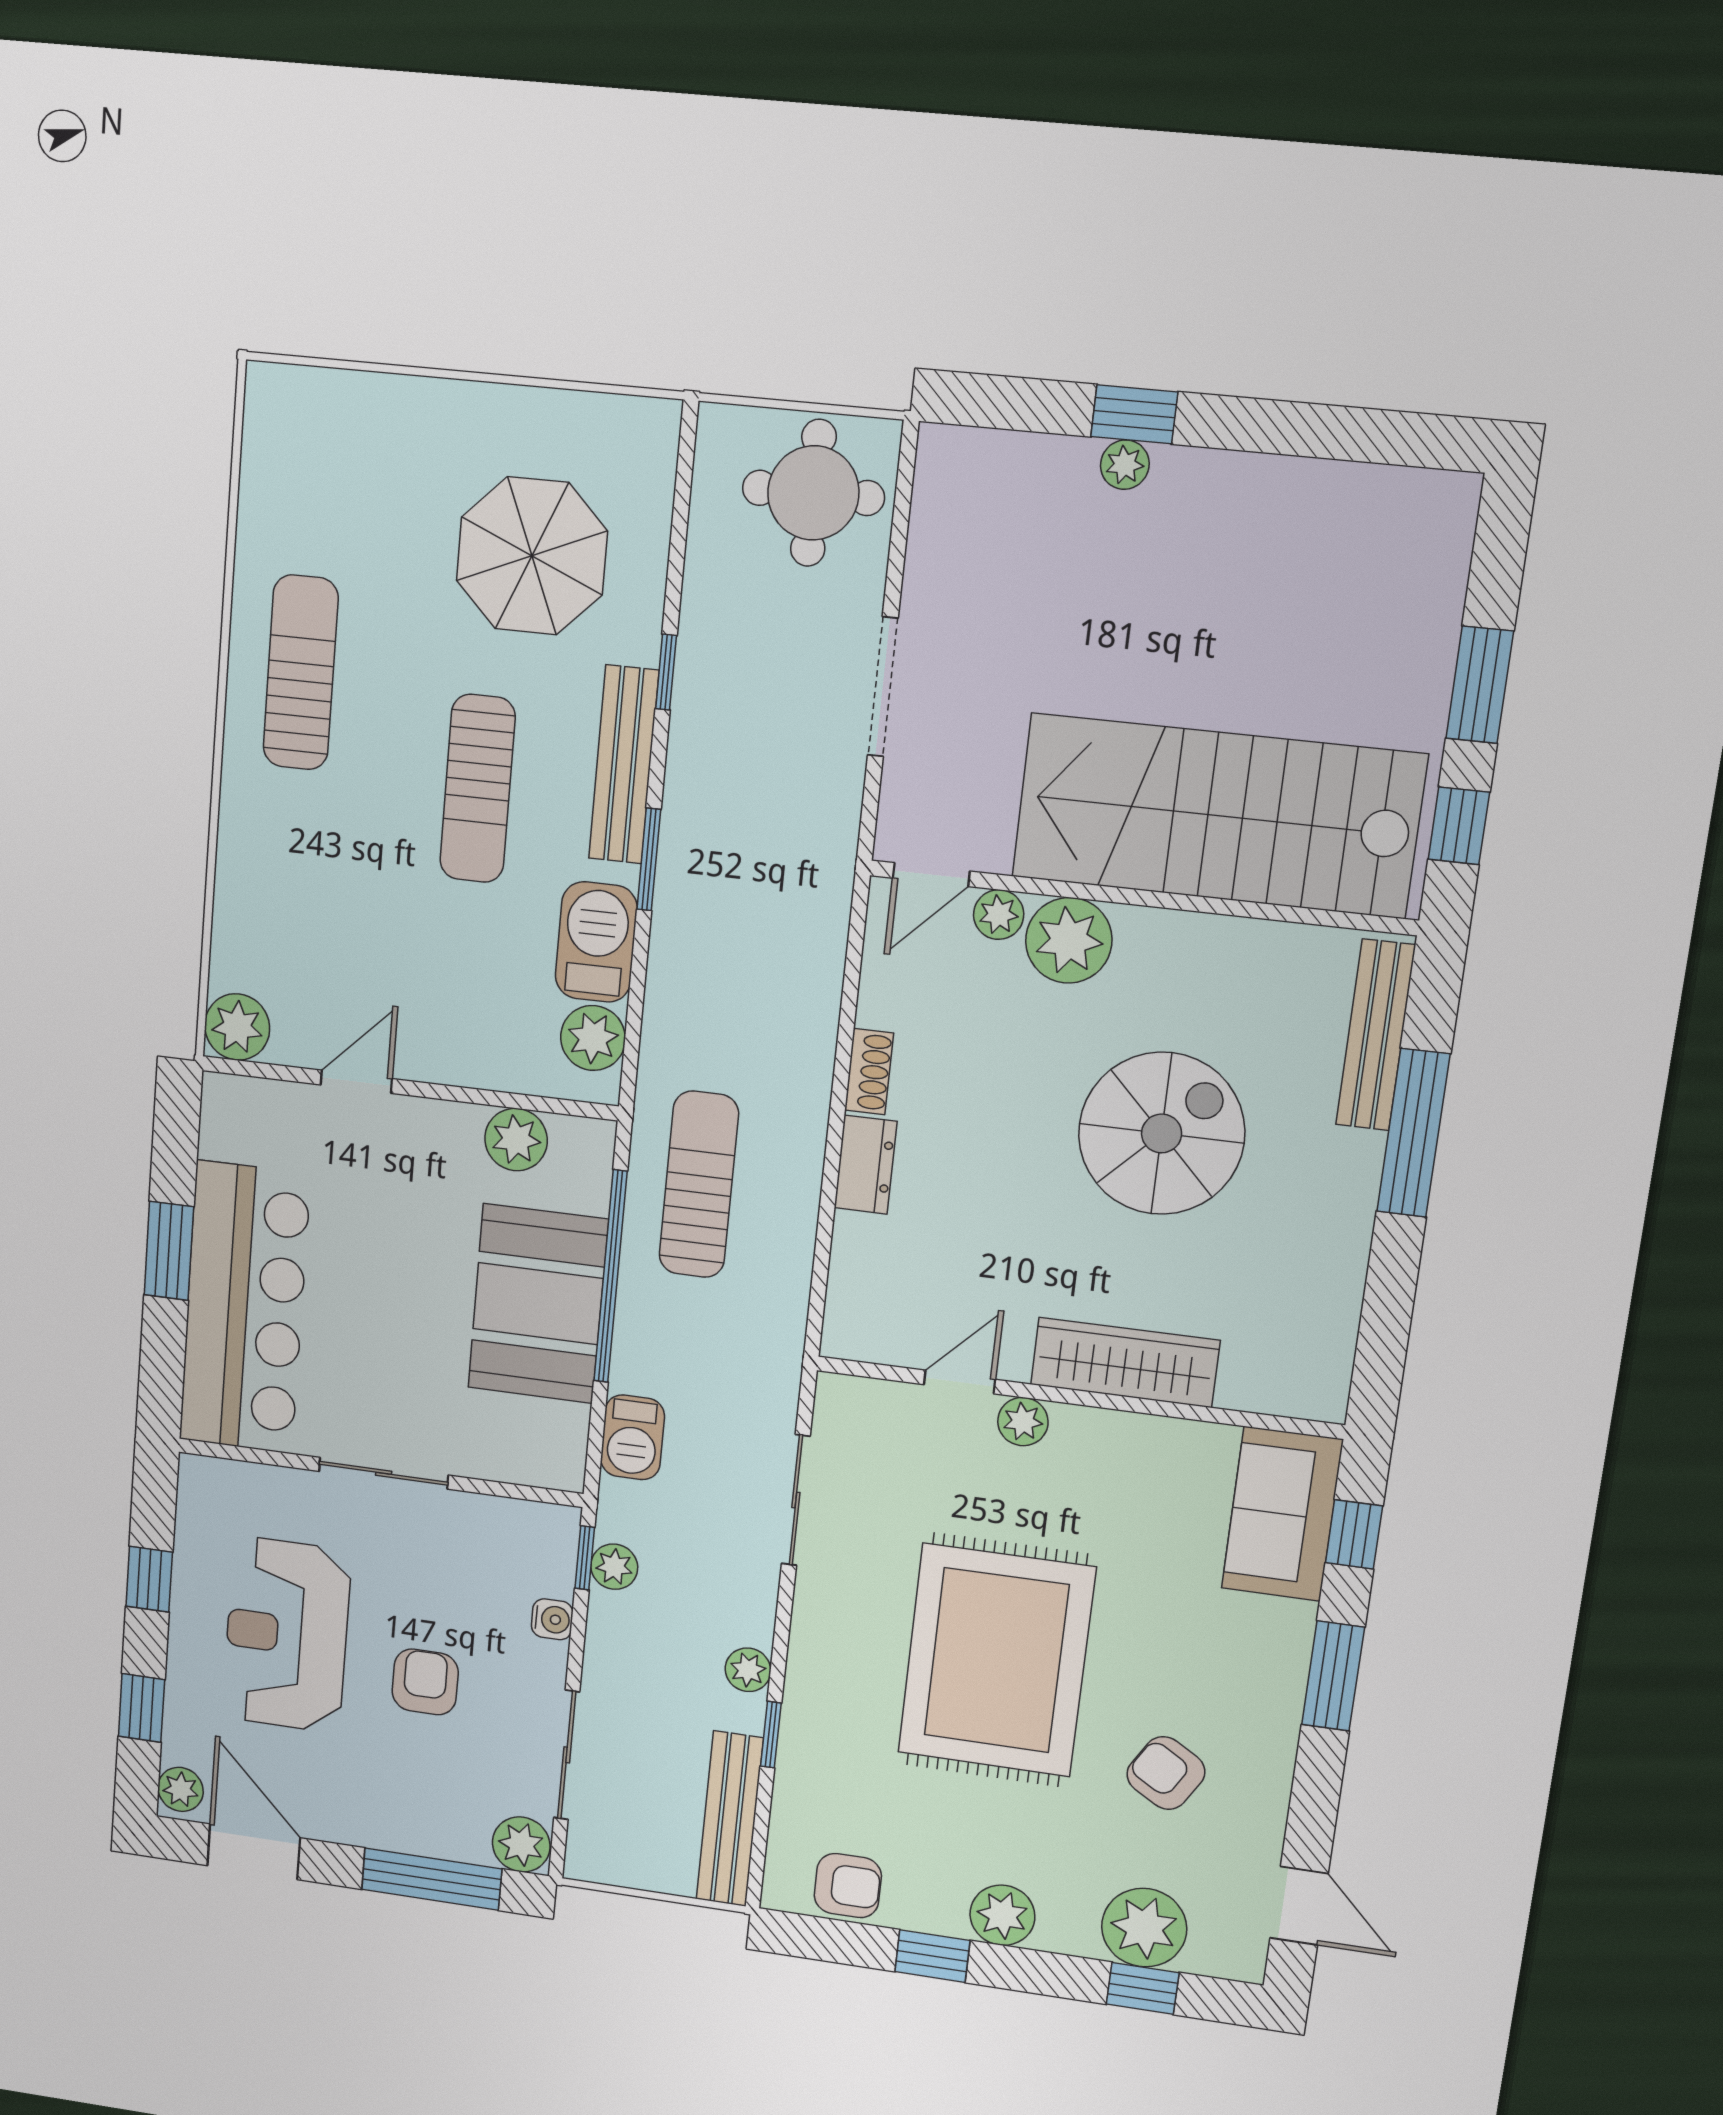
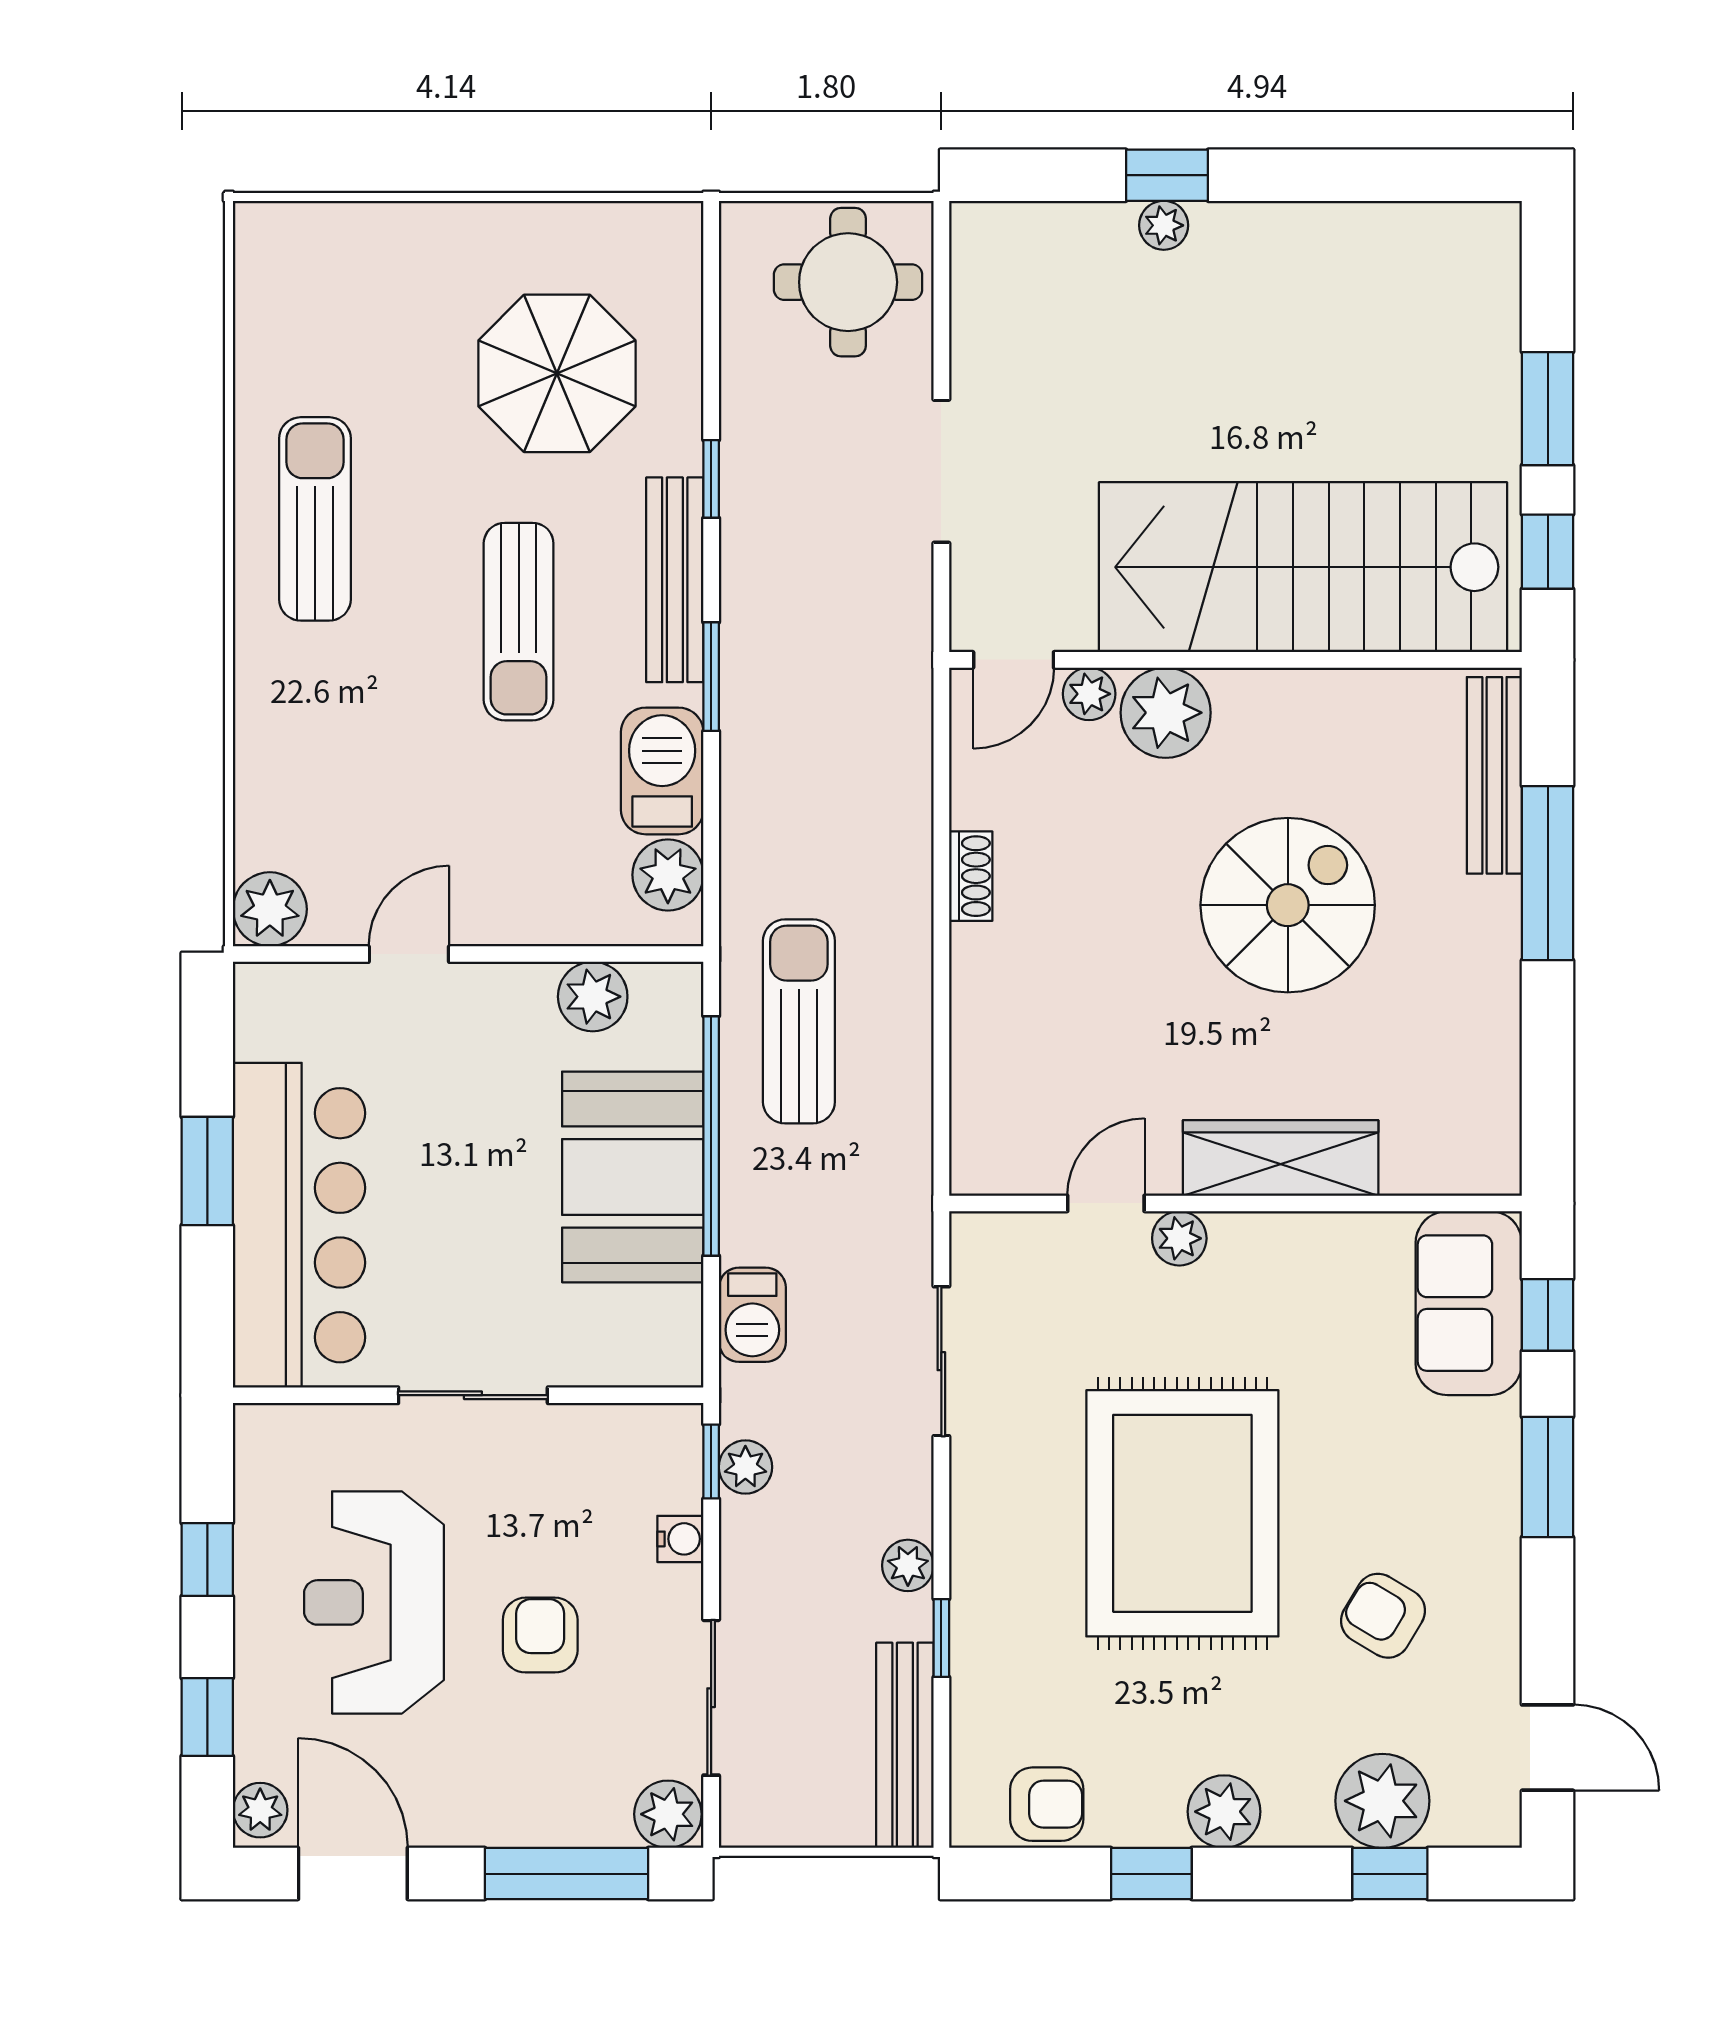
dresser: (866, 1165) -> (978, 977), removed

